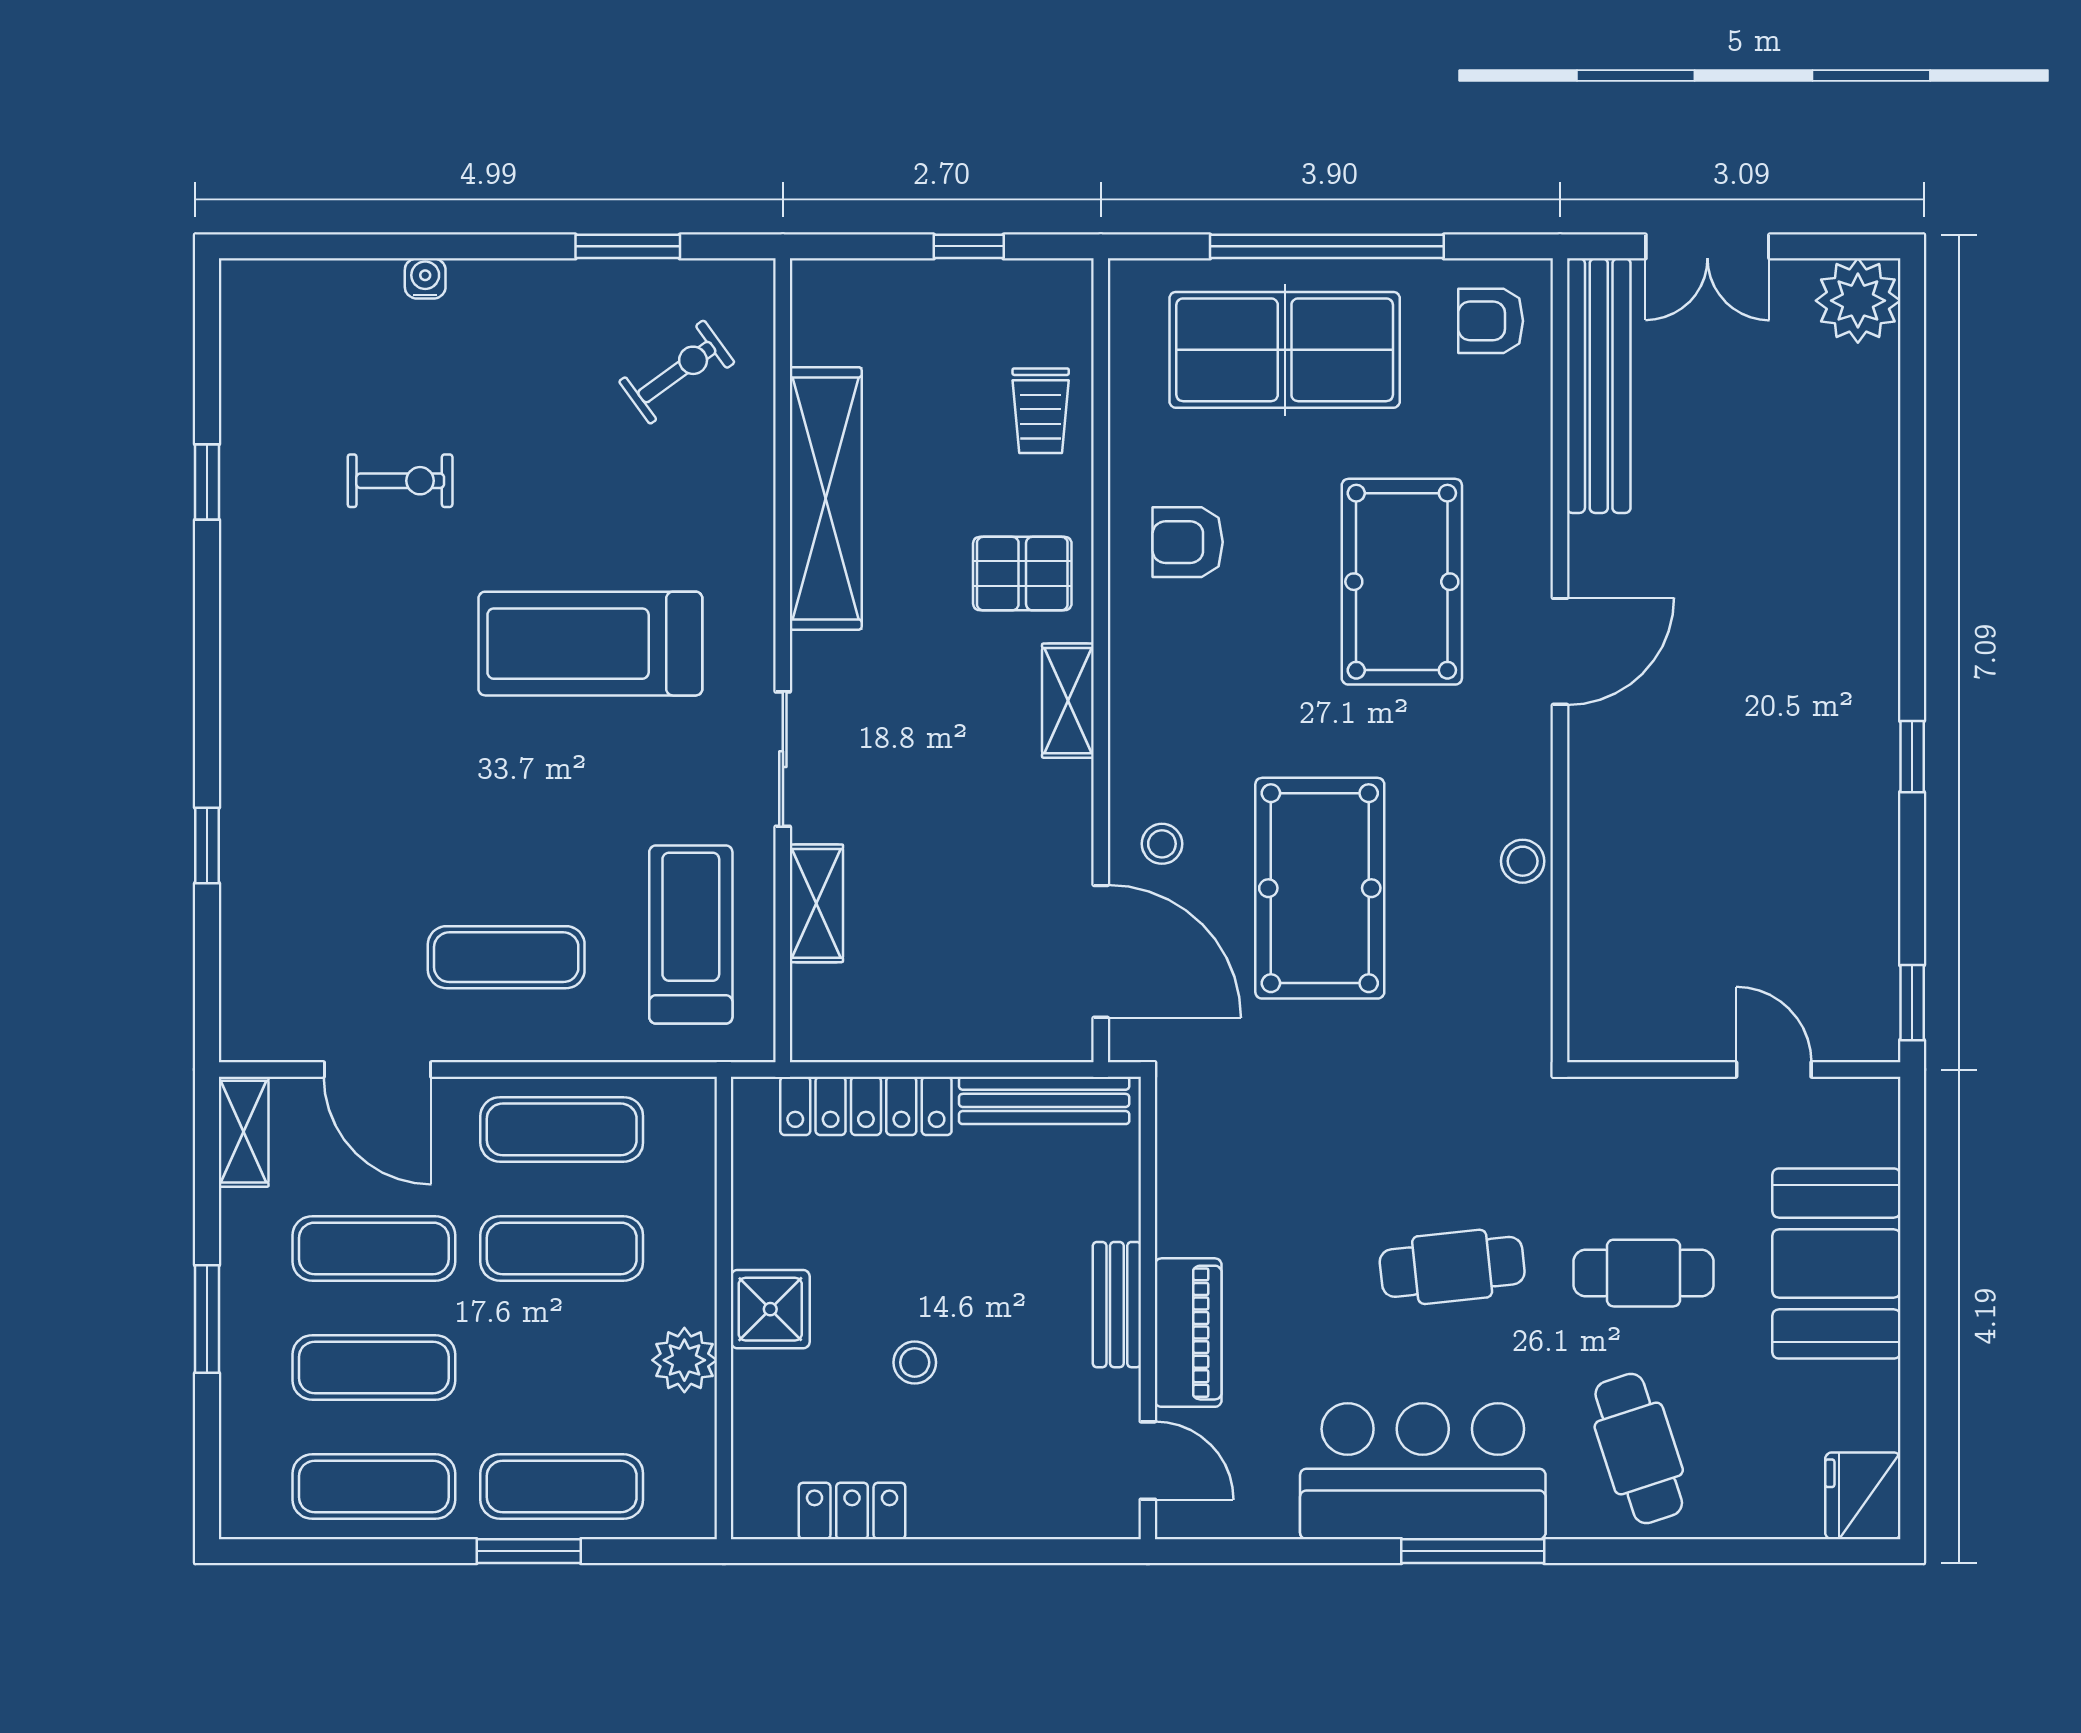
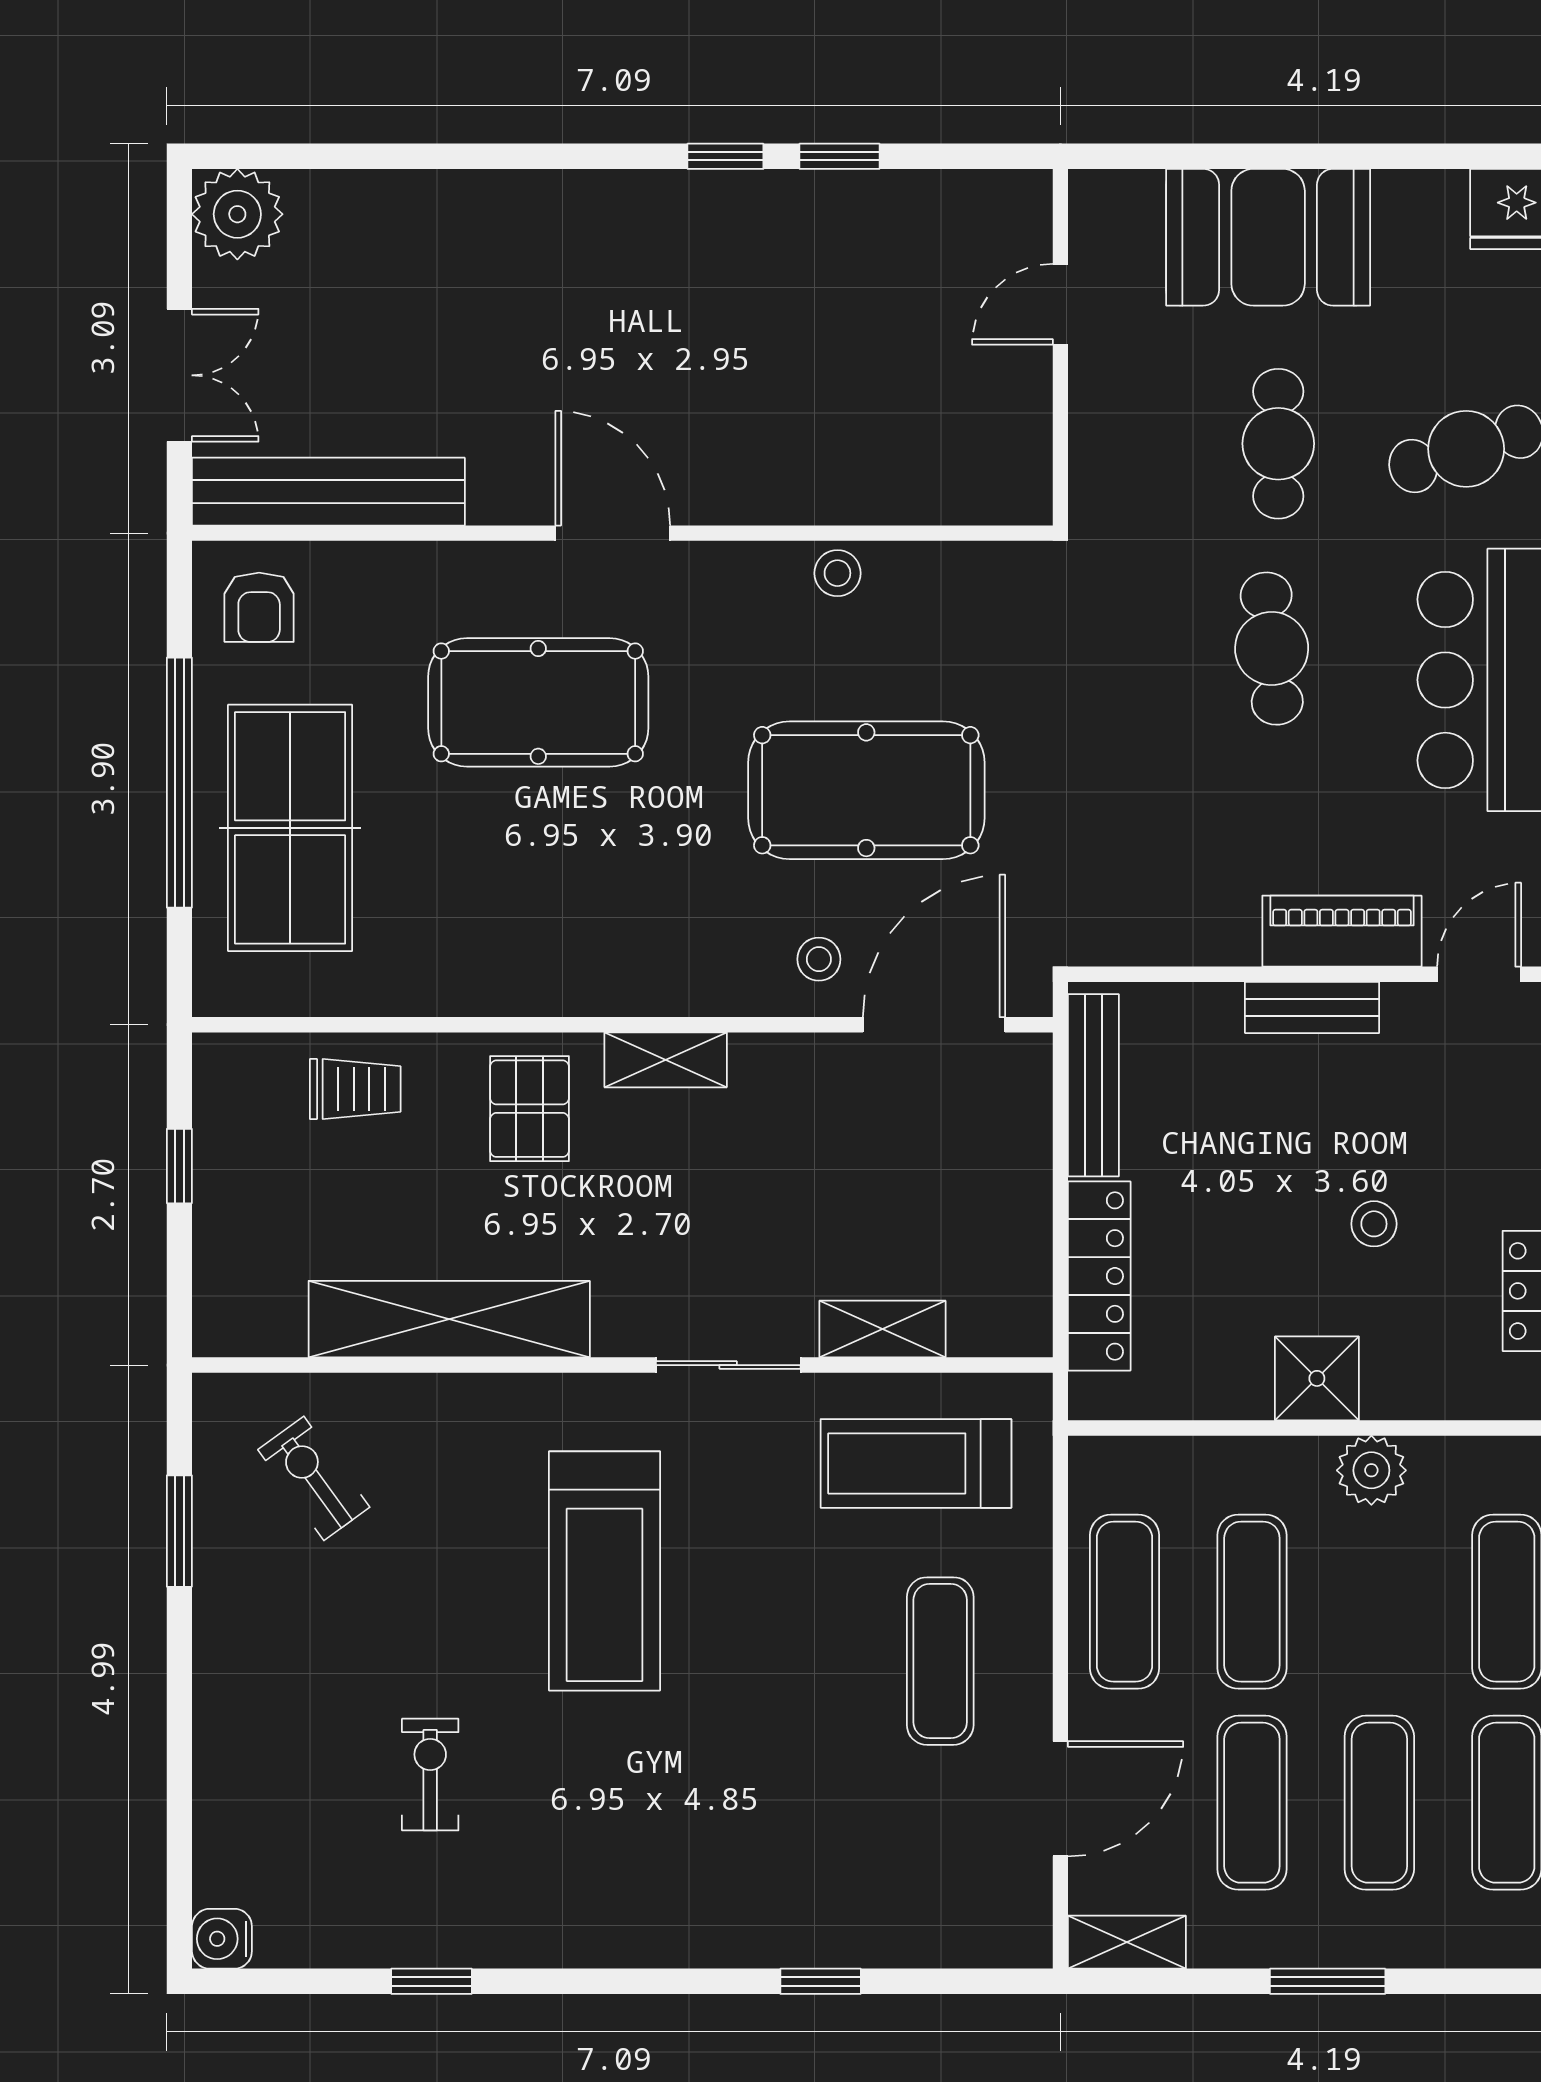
water cooler: (425, 278) -> (222, 1939), moved, width x1.38, depth x1.38
armchair: (1188, 542) -> (496, 932), removed
window: (1912, 1003) -> (840, 156), moved

